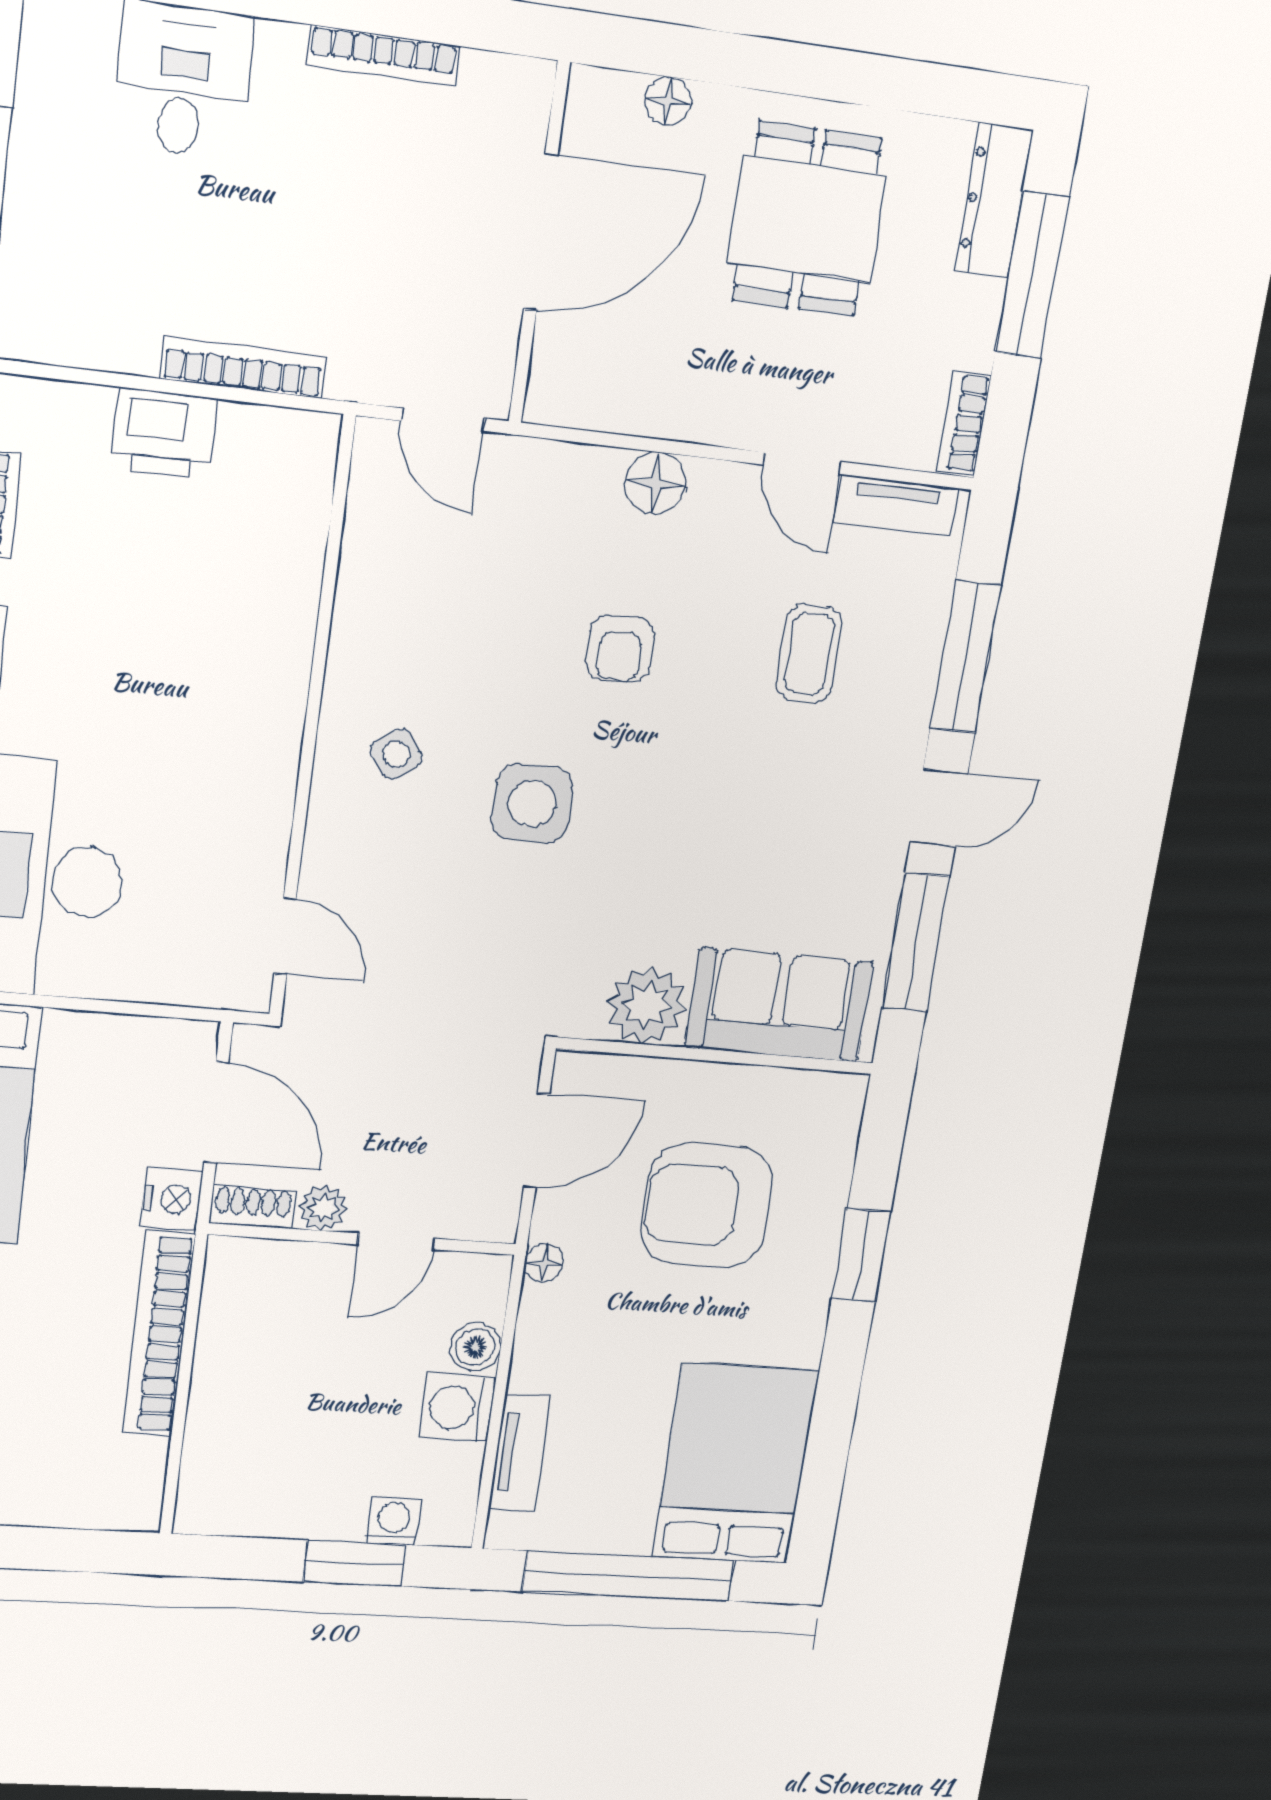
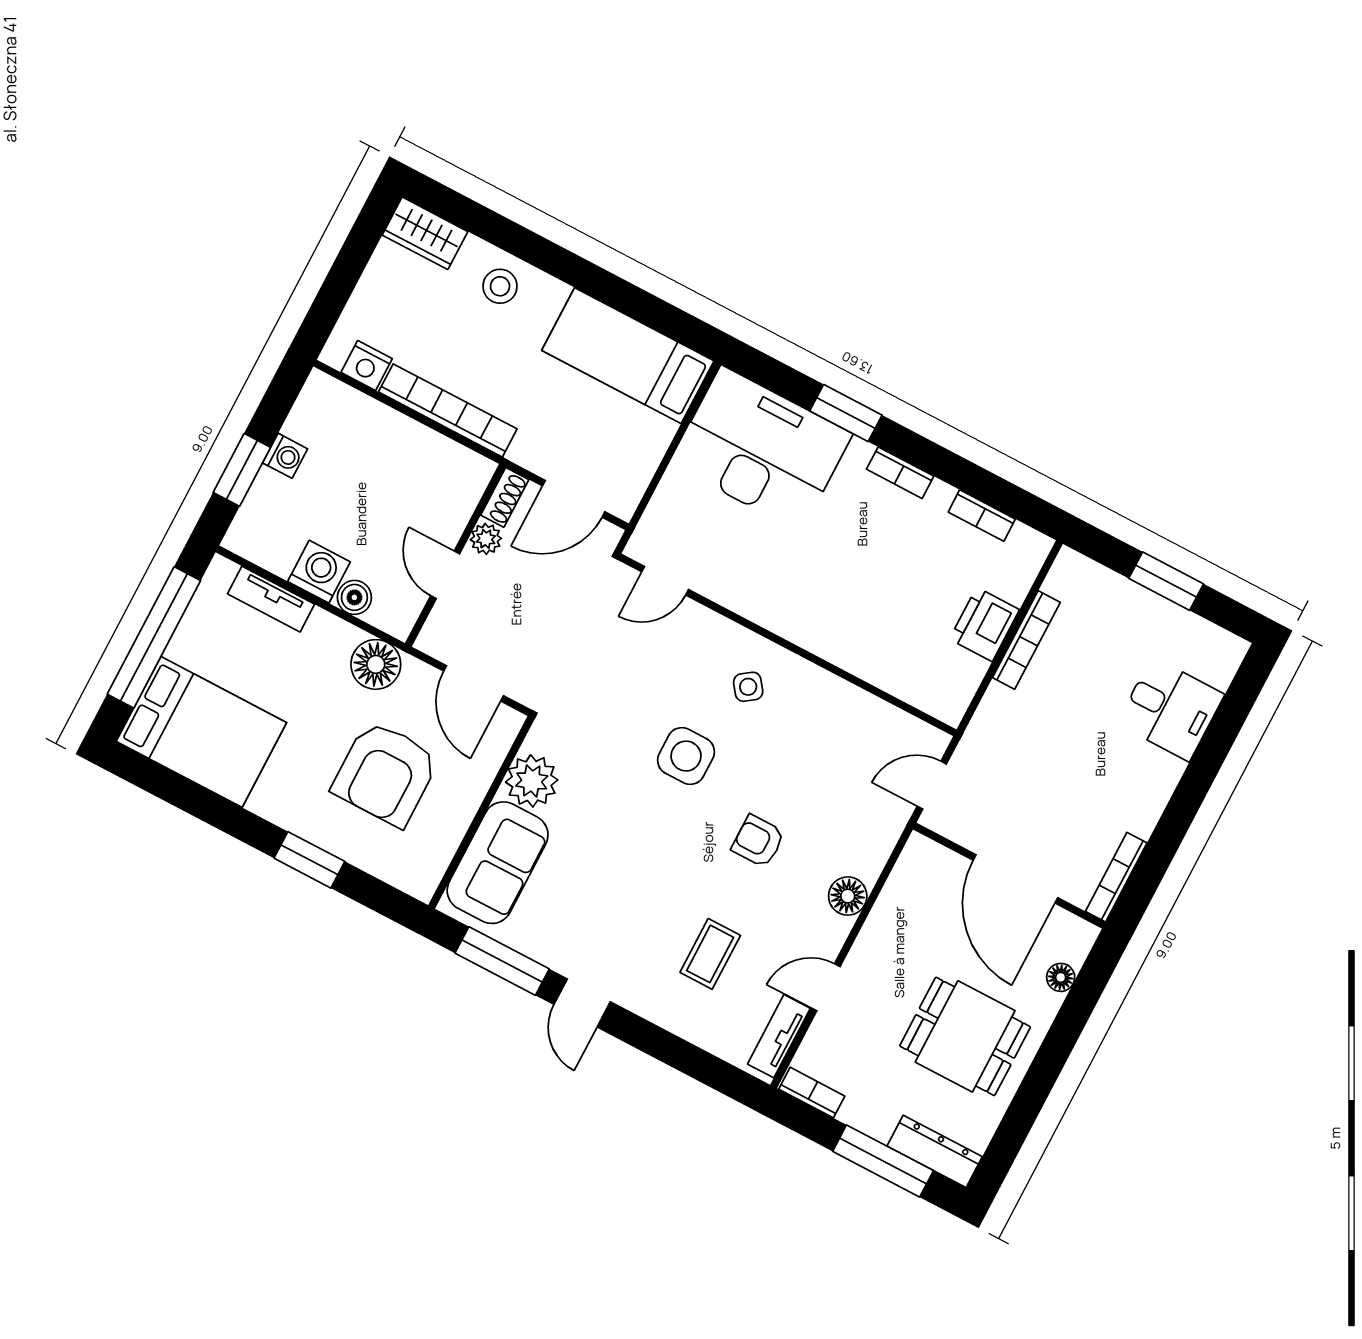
bookcase: (383, 55) -> (1116, 877), moved
bookcase: (243, 368) -> (1026, 640), moved
coffee table: (809, 653) -> (710, 954), turned 90
window: (965, 657) -> (670, 1049), removed
nightstand: (172, 1199) -> (367, 366), moved
armchair: (707, 1205) -> (386, 774), turned 180
floor lamp: (544, 1263) -> (376, 664), width x1.89, depth x1.89
washing machine: (394, 1521) -> (285, 456), moved

